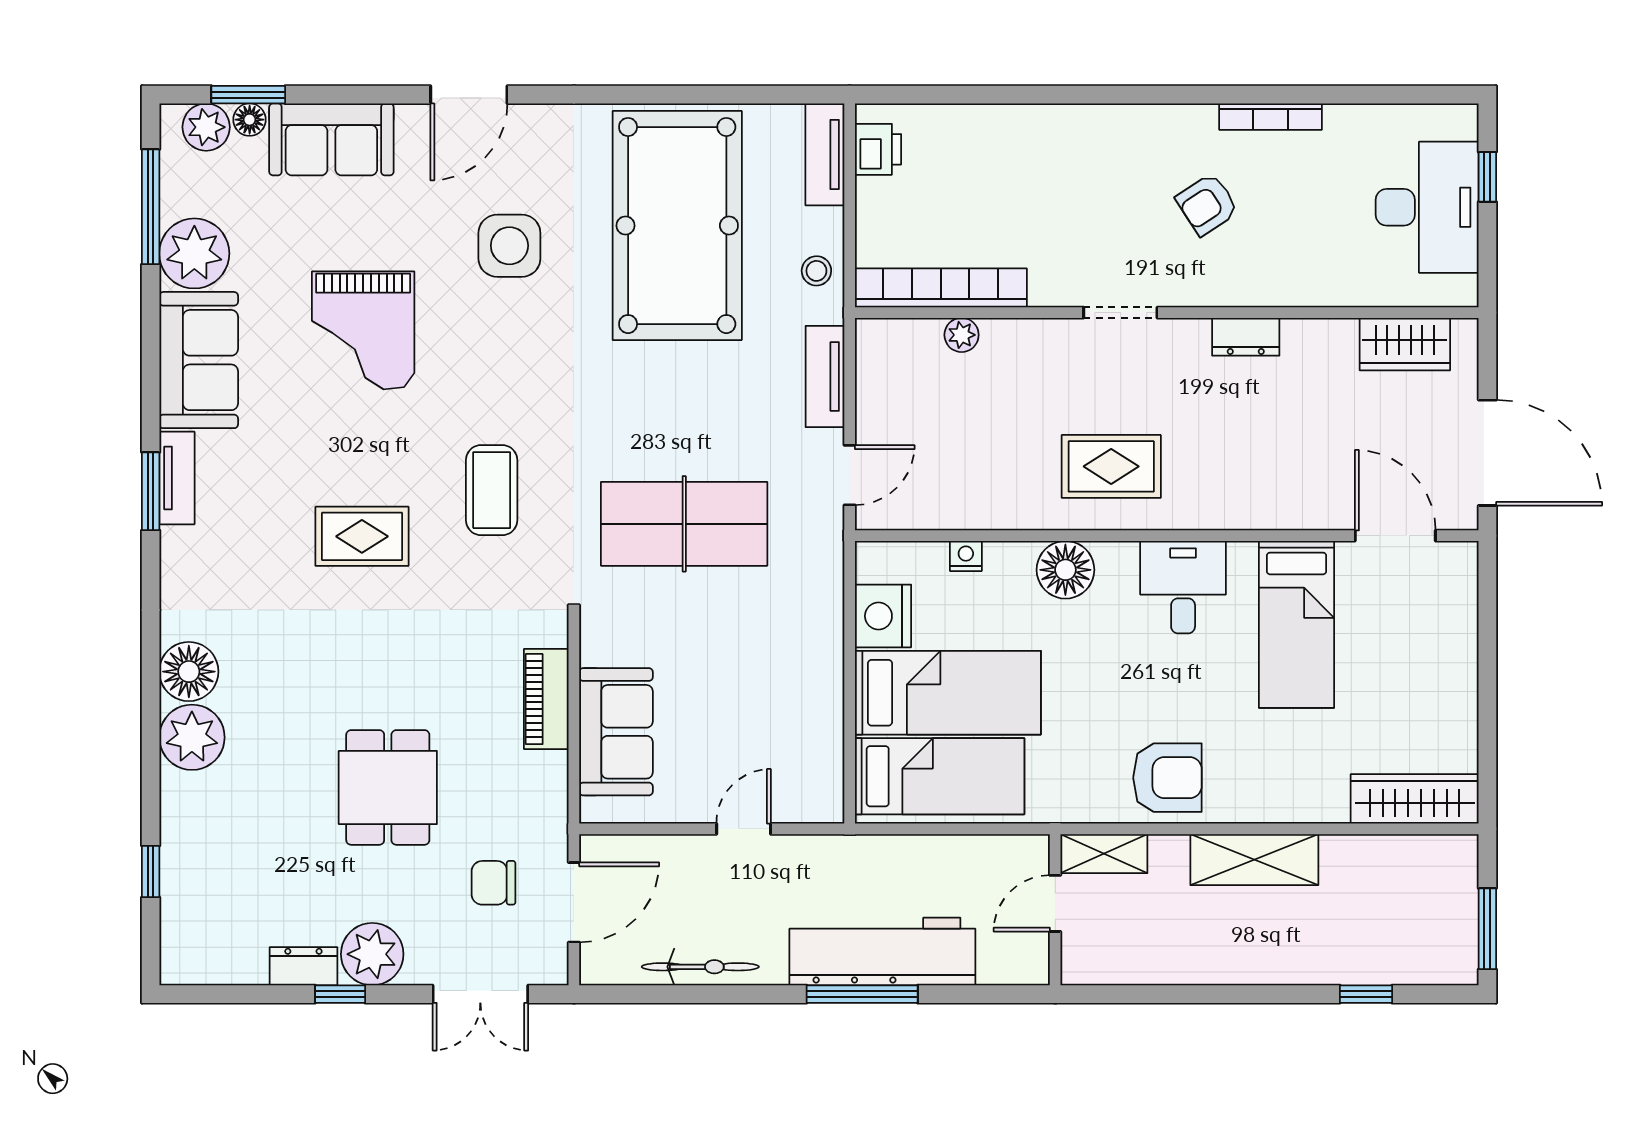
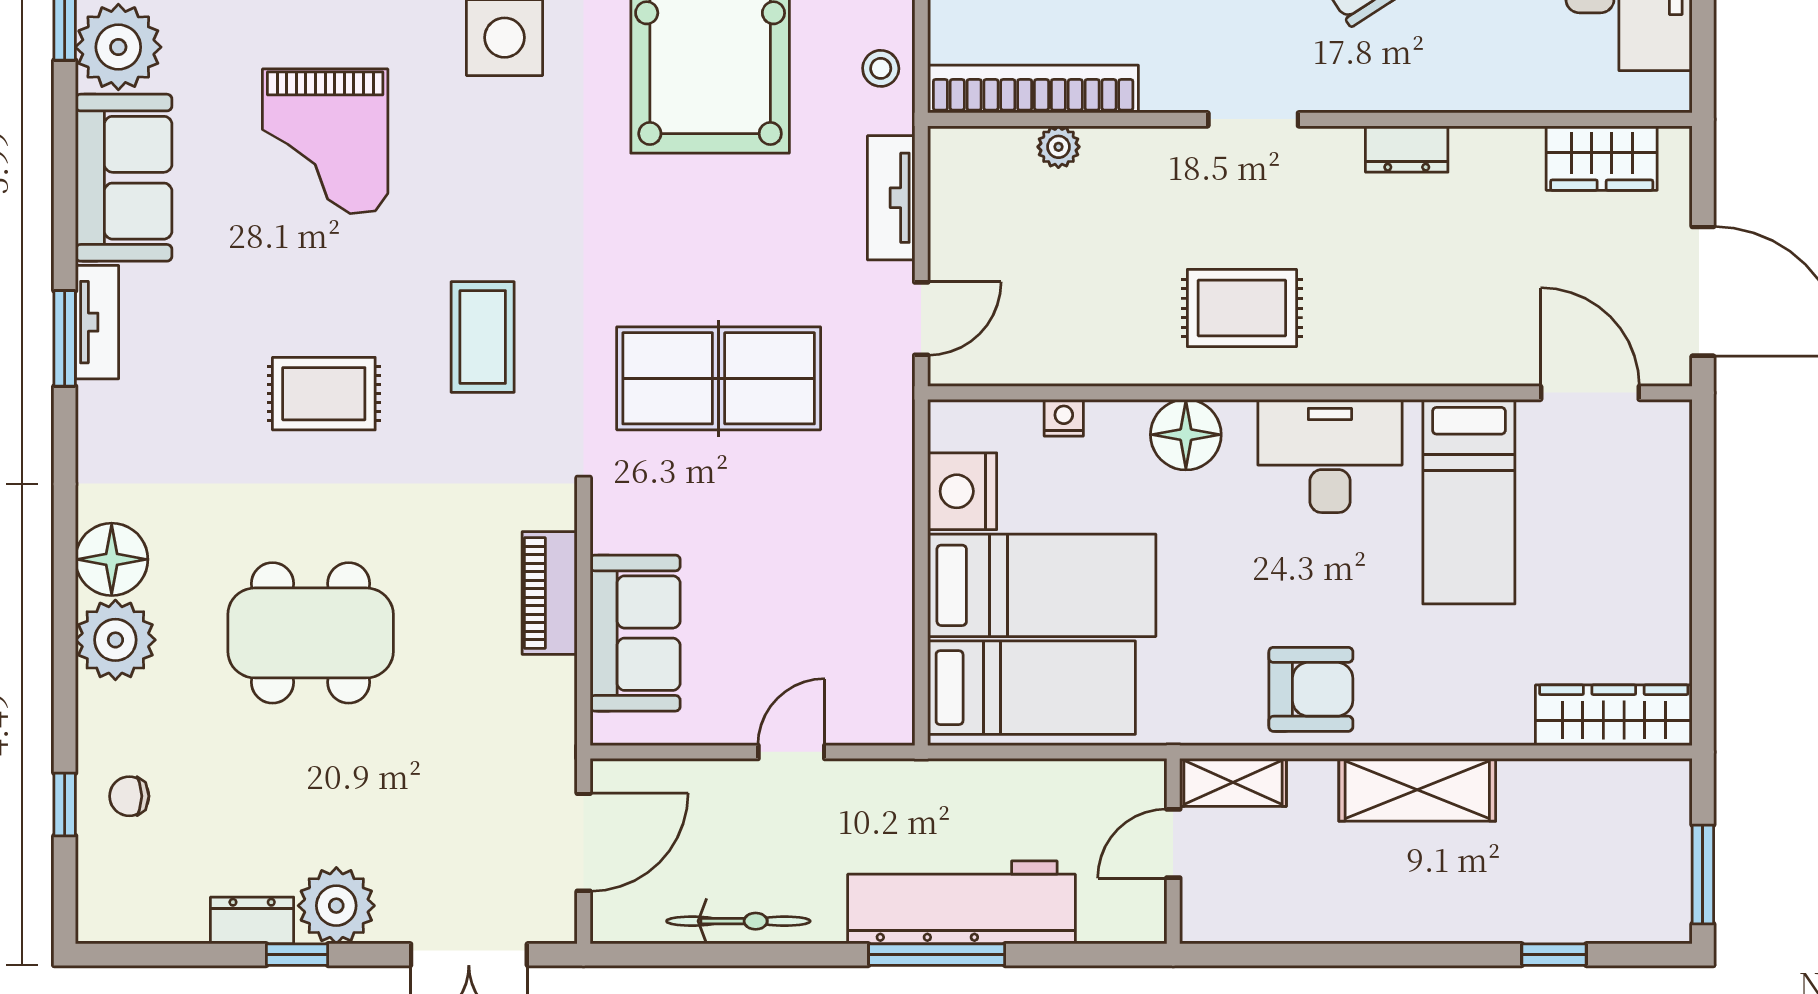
desk: (1183, 587) -> (1330, 456), width x1.37
dining table: (388, 787) -> (311, 633), moved, width x1.38
chair: (493, 883) -> (129, 796), moved, width x0.73, depth x0.73

